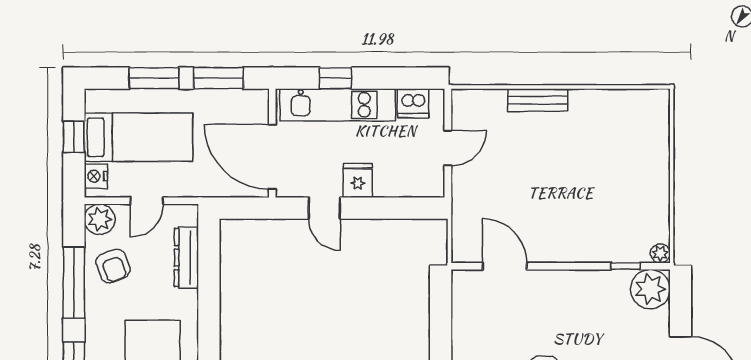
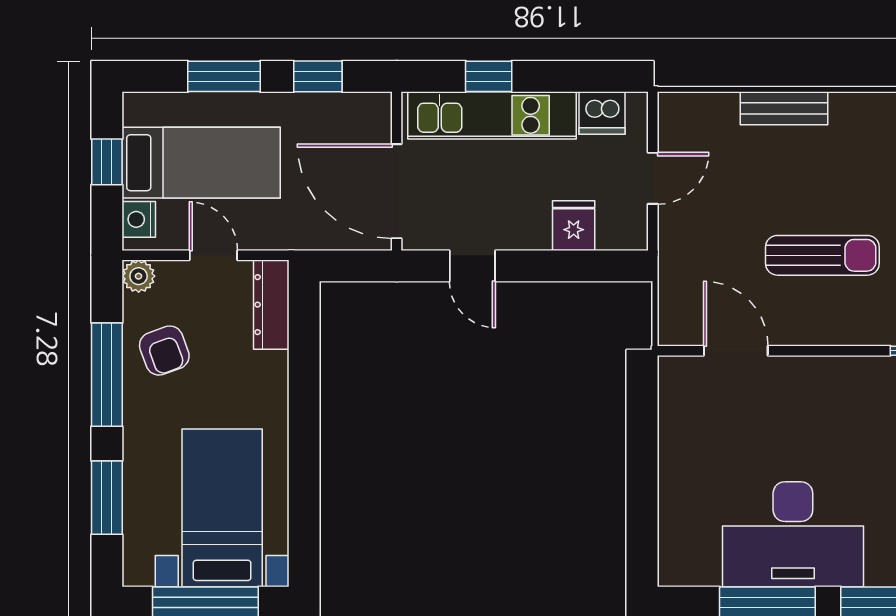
window: (218, 78) -> (318, 76), width x0.67
fridge: (358, 180) -> (574, 226), moved
door: (147, 201) -> (213, 255), swing flipped
sun lounger: (564, 201) -> (822, 255), added
plant: (100, 219) -> (139, 276), width x0.73, depth x0.73
dresser: (186, 258) -> (271, 305), moved

